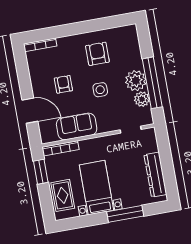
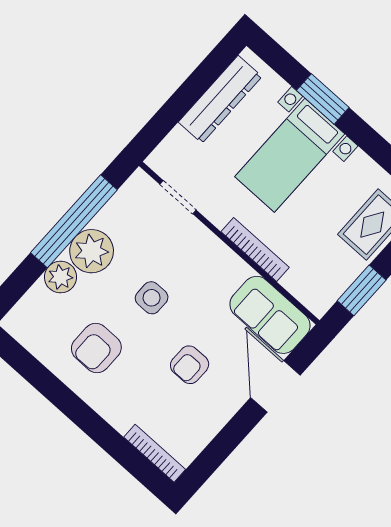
plant: (142, 99) -> (61, 277), moved
sofa: (77, 126) -> (270, 315), moved
bookcase: (60, 148) -> (255, 250), moved
bed with nightstands: (96, 188) -> (290, 155), moved
window: (125, 214) -> (323, 99), width x0.69

